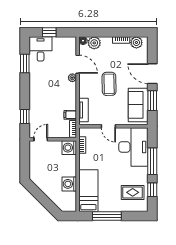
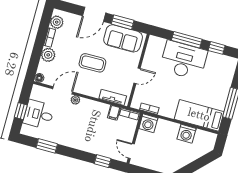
plant: (94, 43) -> (48, 55), moved
desk: (41, 49) -> (39, 114), moved
desk: (133, 147) -> (184, 60), moved
rug: (133, 192) -> (214, 69), removed

